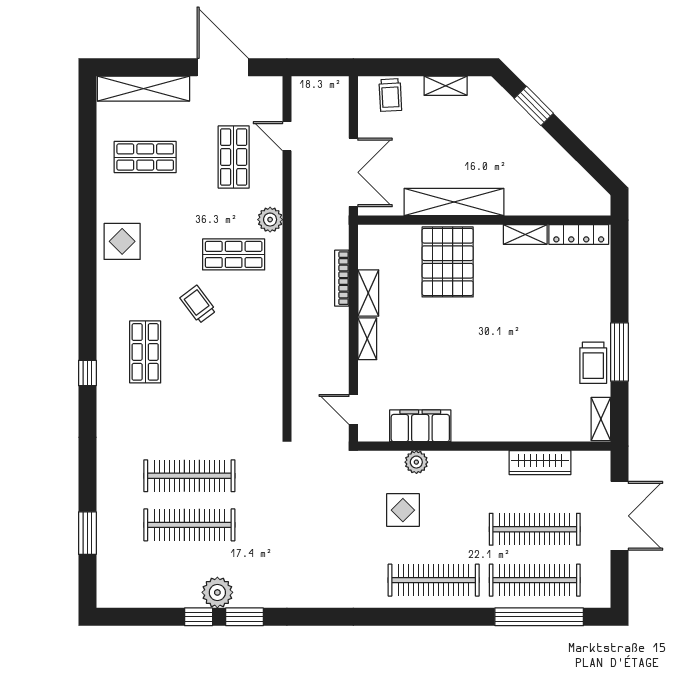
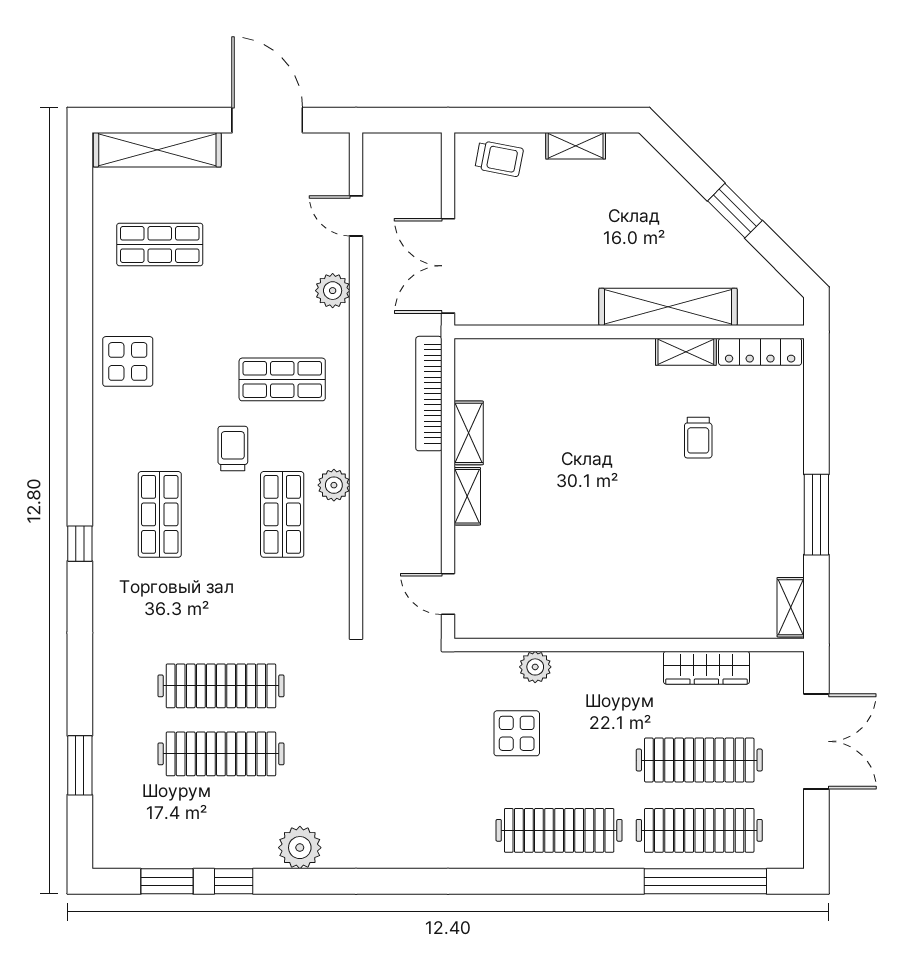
trolley: (390, 95) -> (499, 159), turned -76
window: (534, 106) -> (735, 211), moved
shop shelf: (234, 157) -> (282, 514), moved
double door: (353, 172) -> (448, 266), swing flipped
shelving: (454, 202) -> (668, 307), moved
plant: (270, 220) -> (333, 291), moved
pallet: (448, 262) -> (579, 390), removed
bookcase: (342, 278) -> (429, 394), width x1.48, depth x1.31
trolley: (198, 304) -> (233, 448), turned 37
plant: (271, 331) -> (334, 485), added
trolley: (593, 363) -> (698, 438), moved, width x0.73, depth x0.72
filing cabinet: (420, 426) -> (541, 617), removed
plant: (217, 592) -> (300, 848), moved
window: (245, 617) -> (167, 881), moved

